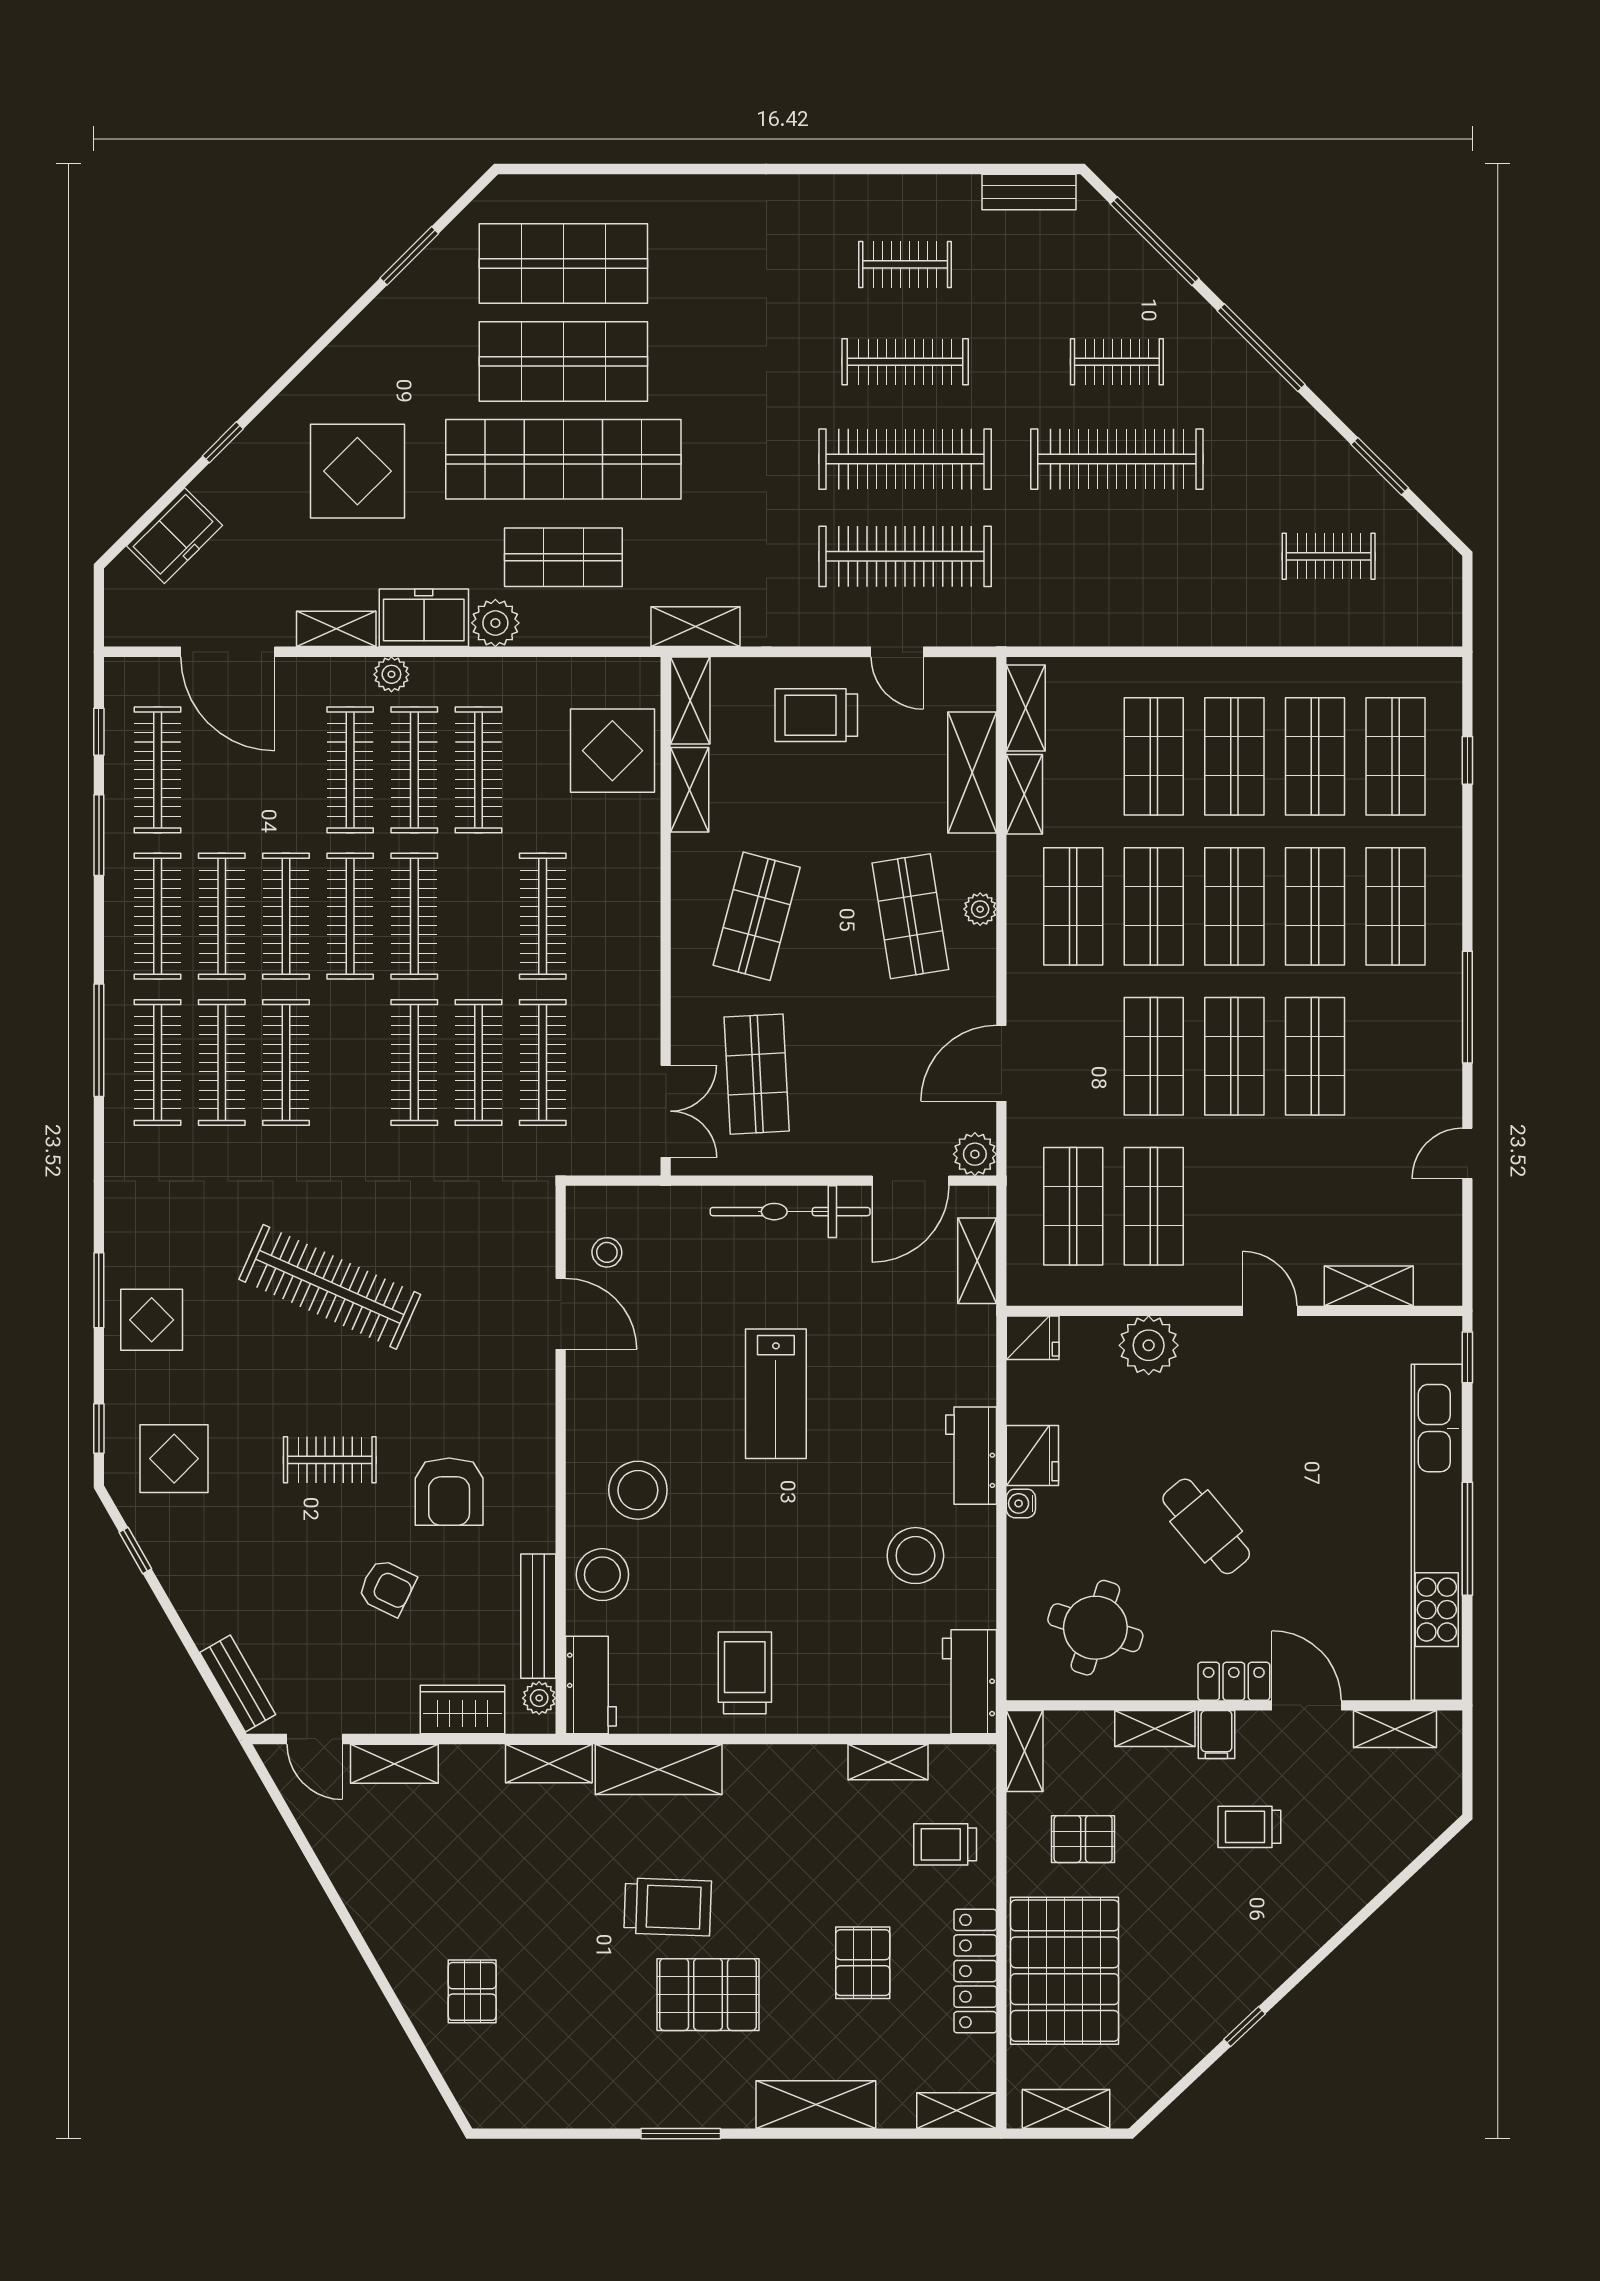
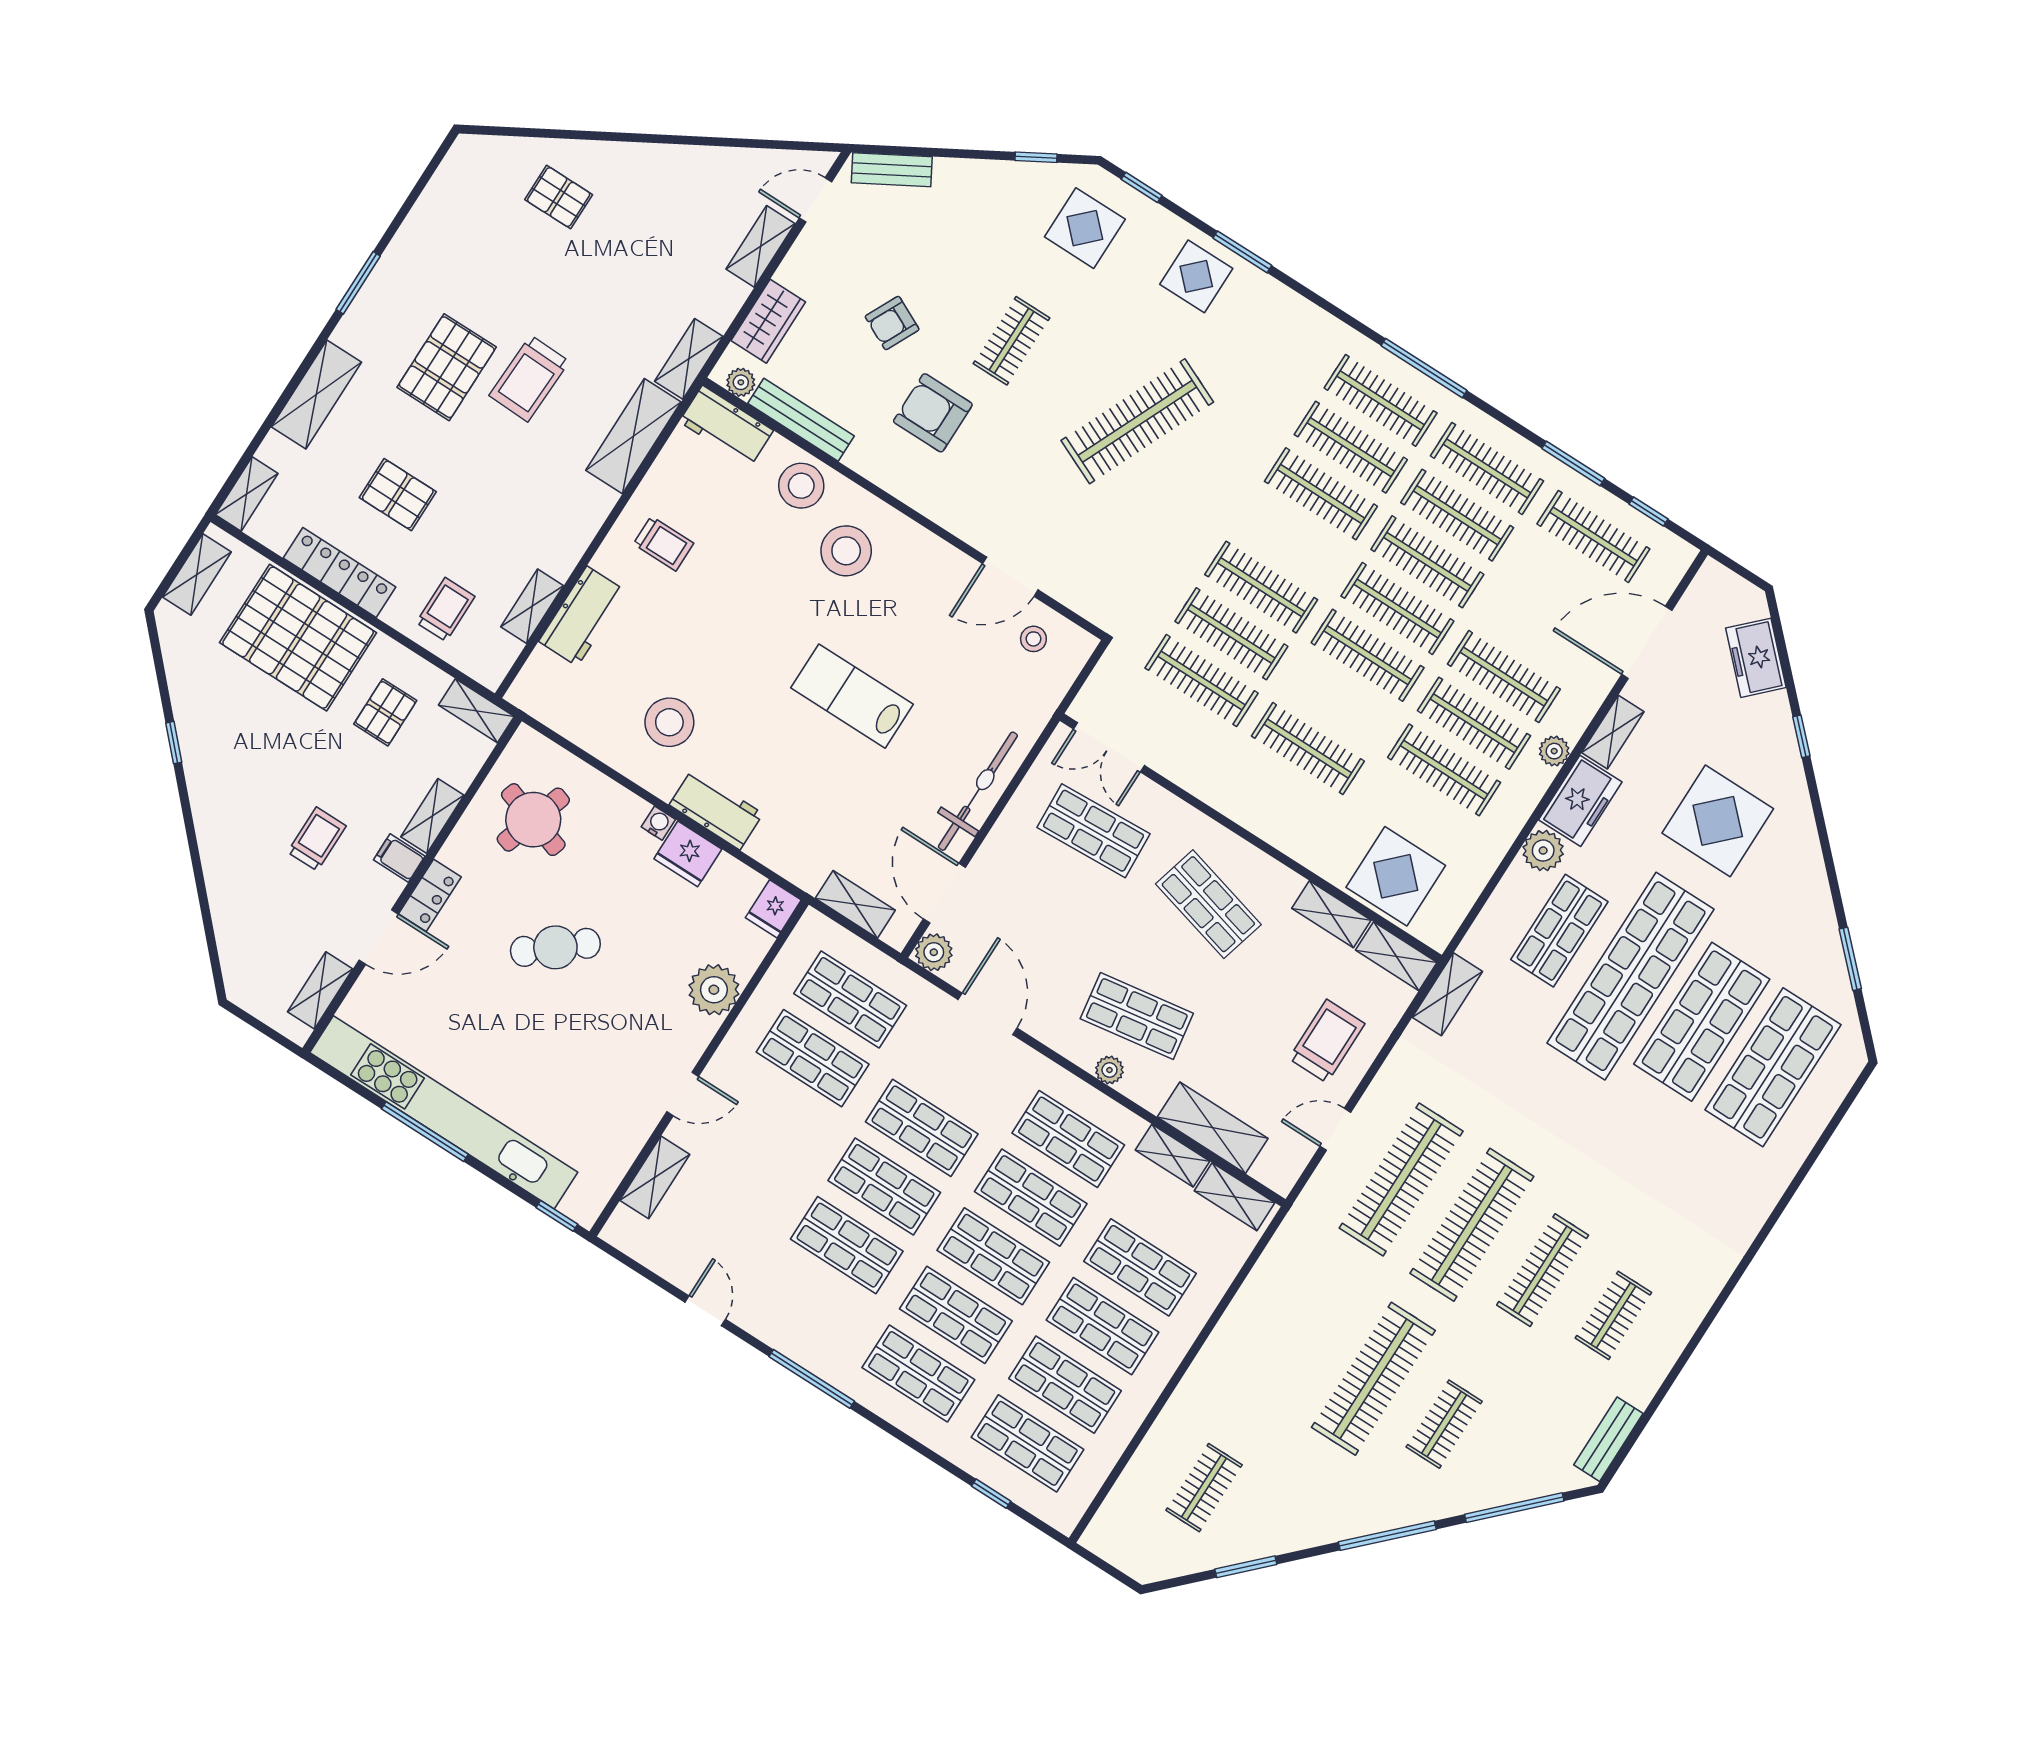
trolley: (745, 1673) -> (663, 544), width x0.73, depth x0.72
workbench: (969, 1682) -> (582, 616), moved, turned 90

